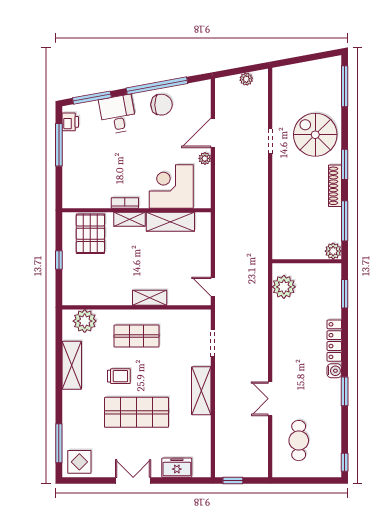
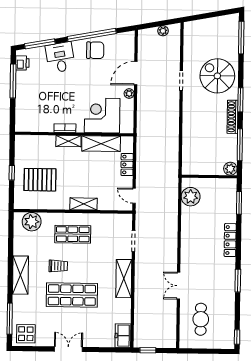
pallet: (90, 234) -> (40, 180), moved, turned 90
locker: (204, 248) -> (127, 165), added
shelving: (72, 365) -> (21, 275), moved
water cooler: (334, 371) -> (230, 264), removed
freezer: (177, 468) -> (123, 336), moved, turned -90

